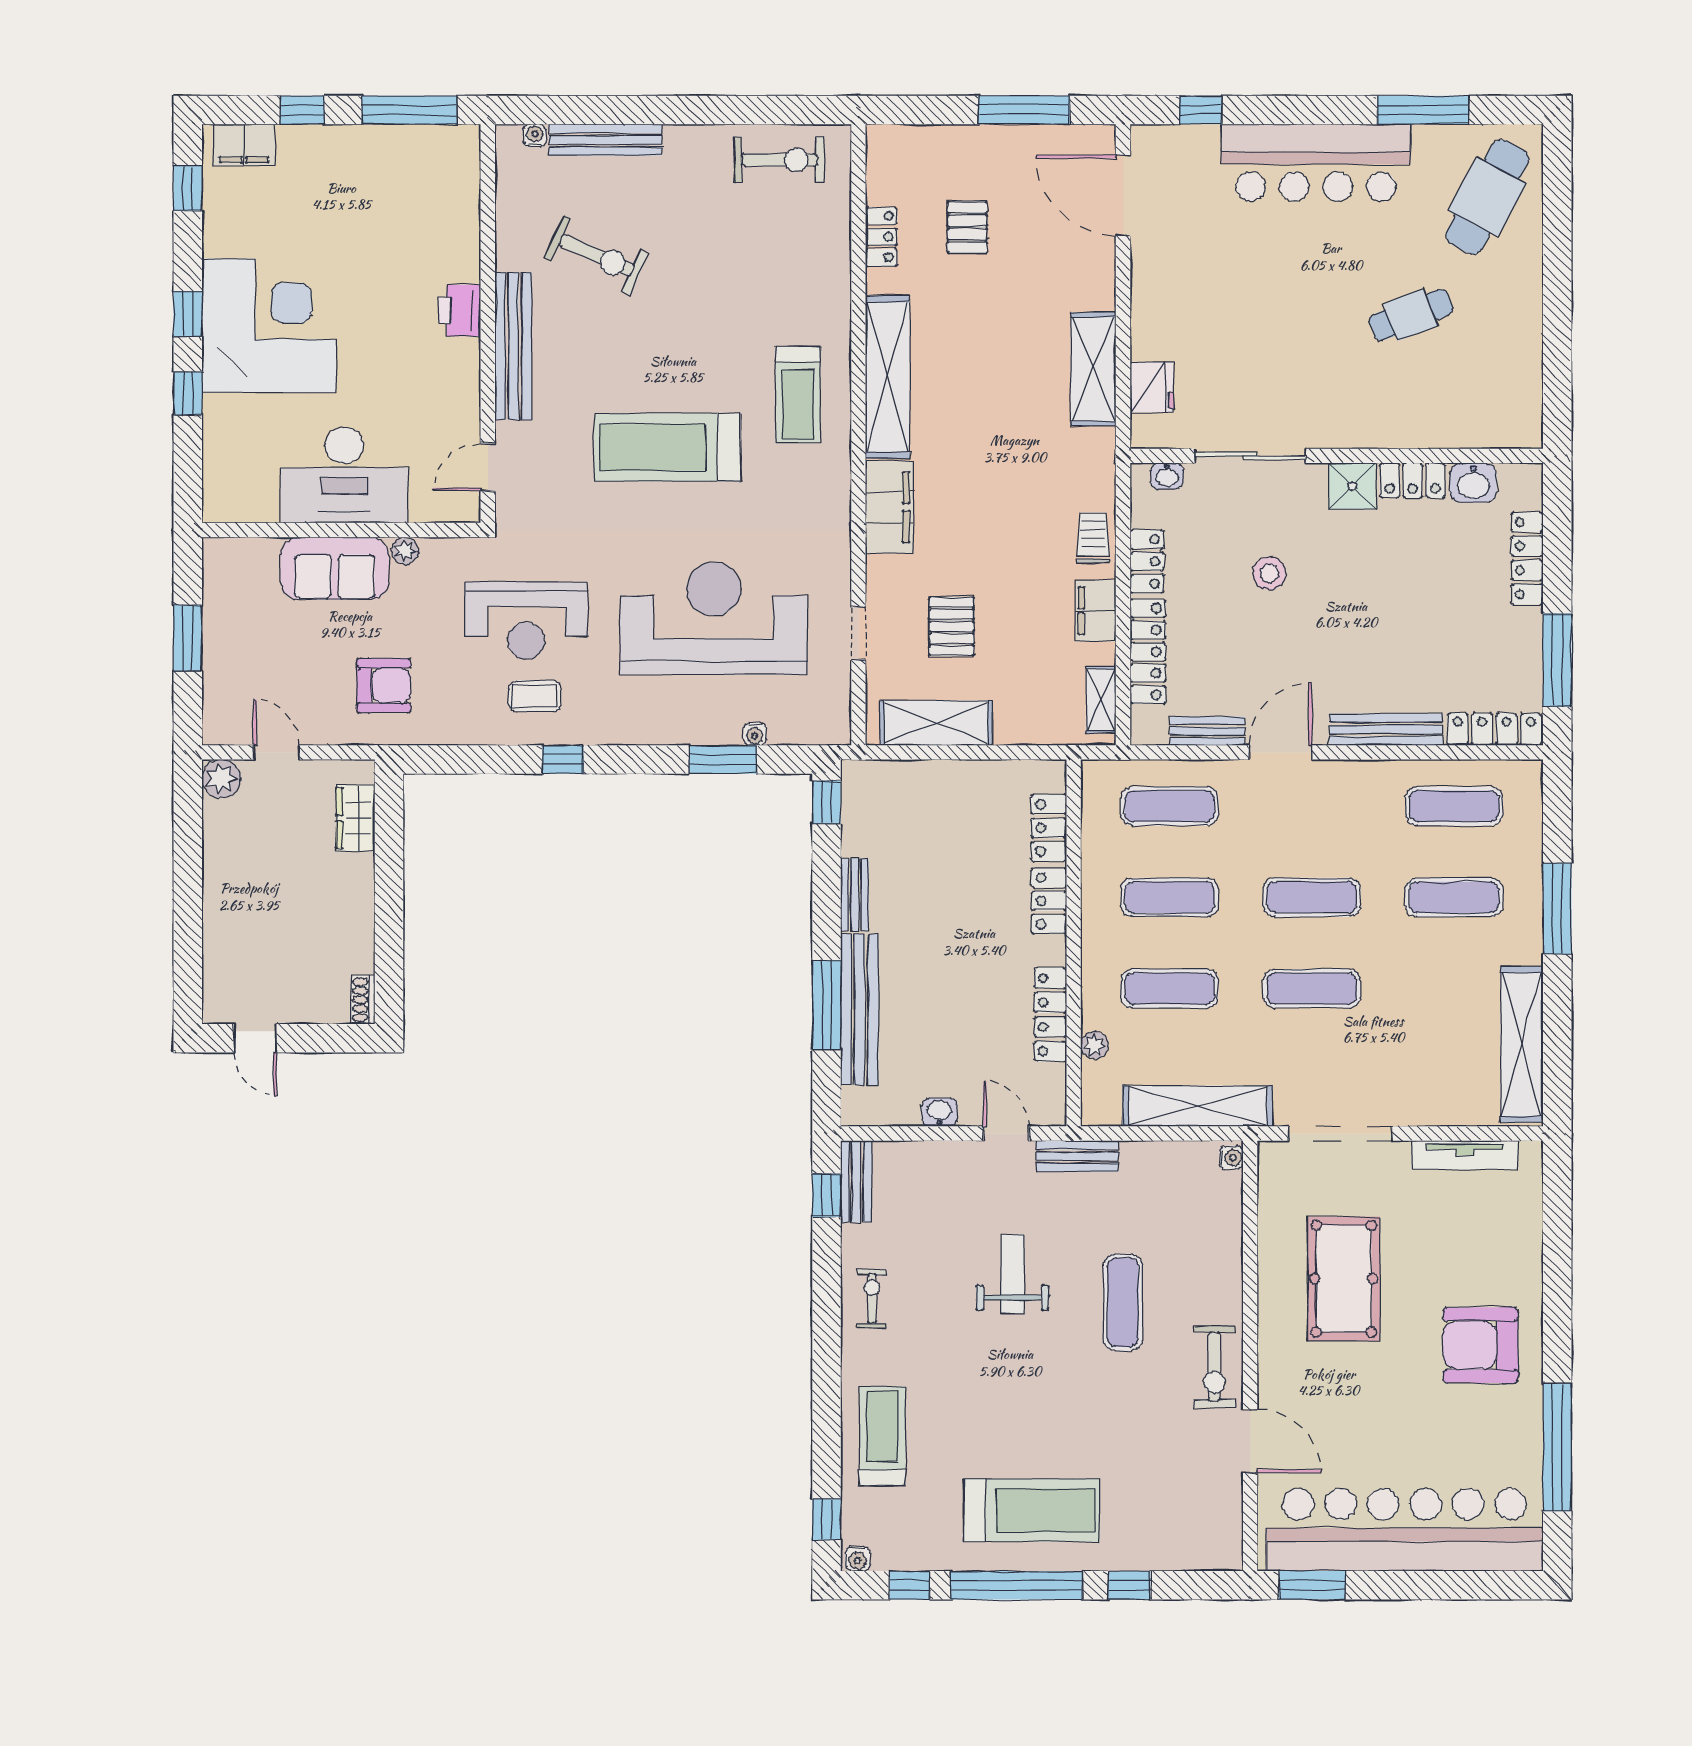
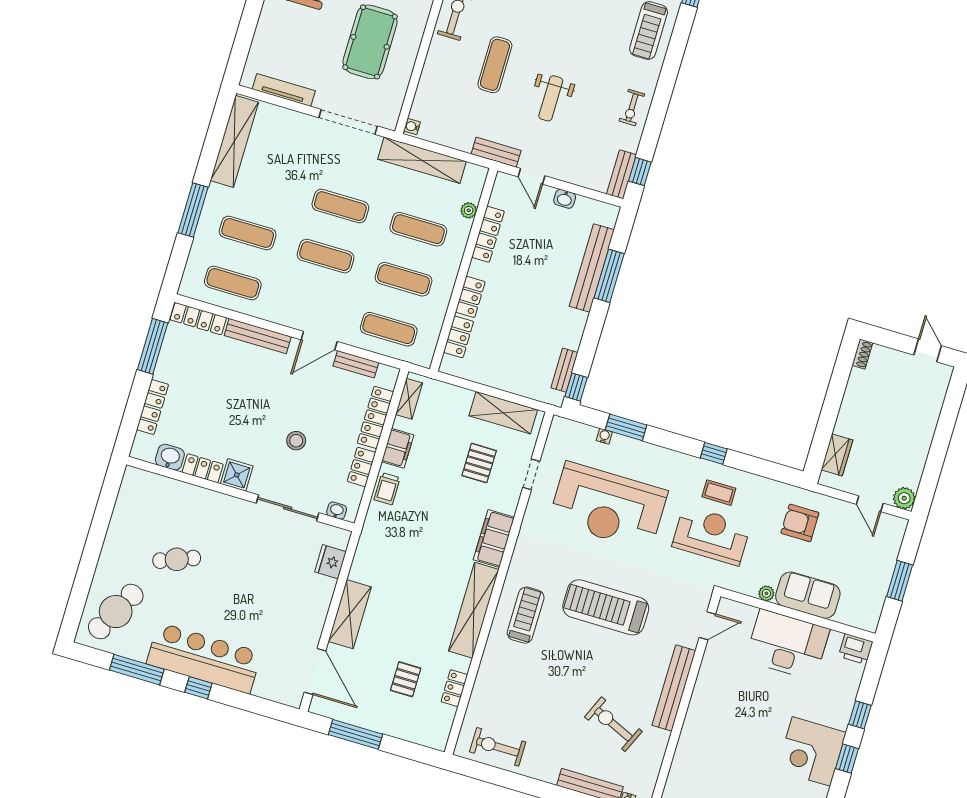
window: (1201, 110) -> (198, 688), moved
printer: (460, 311) -> (856, 649), moved, turned 90
corner desk: (269, 326) -> (811, 751), width x0.74, depth x0.74
shelving: (1093, 369) -> (350, 614), moved
treadmill: (667, 447) -> (606, 607), turned 180
bench: (855, 895) -> (564, 370), moved

